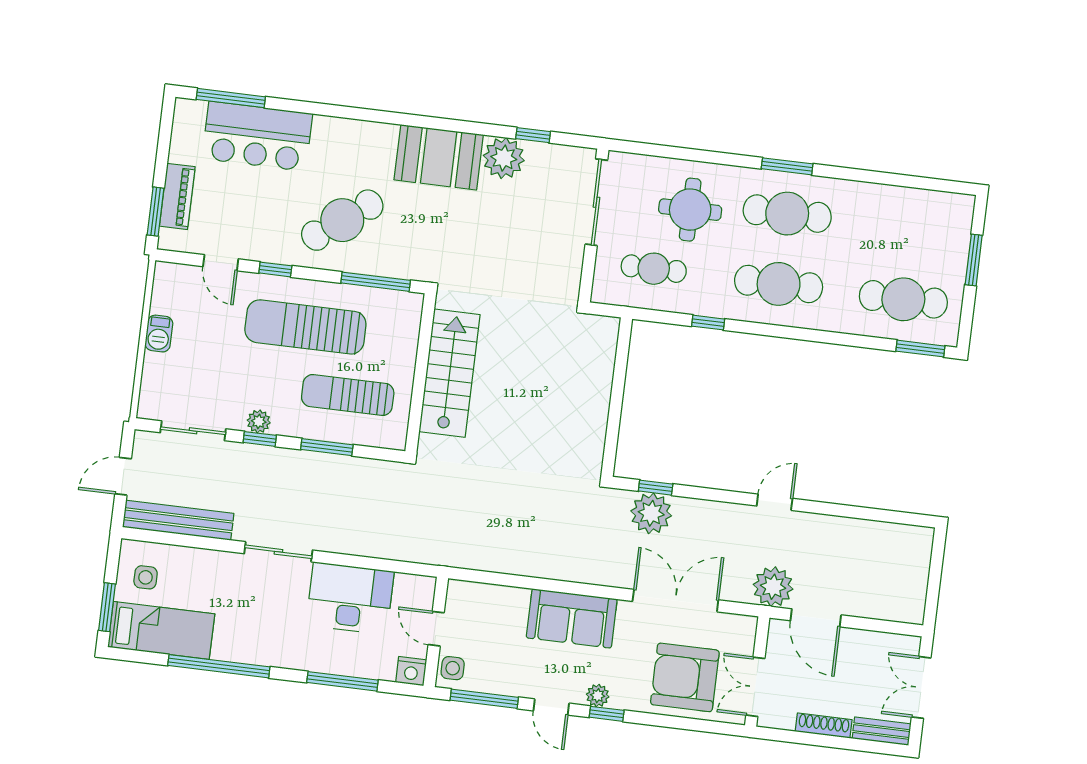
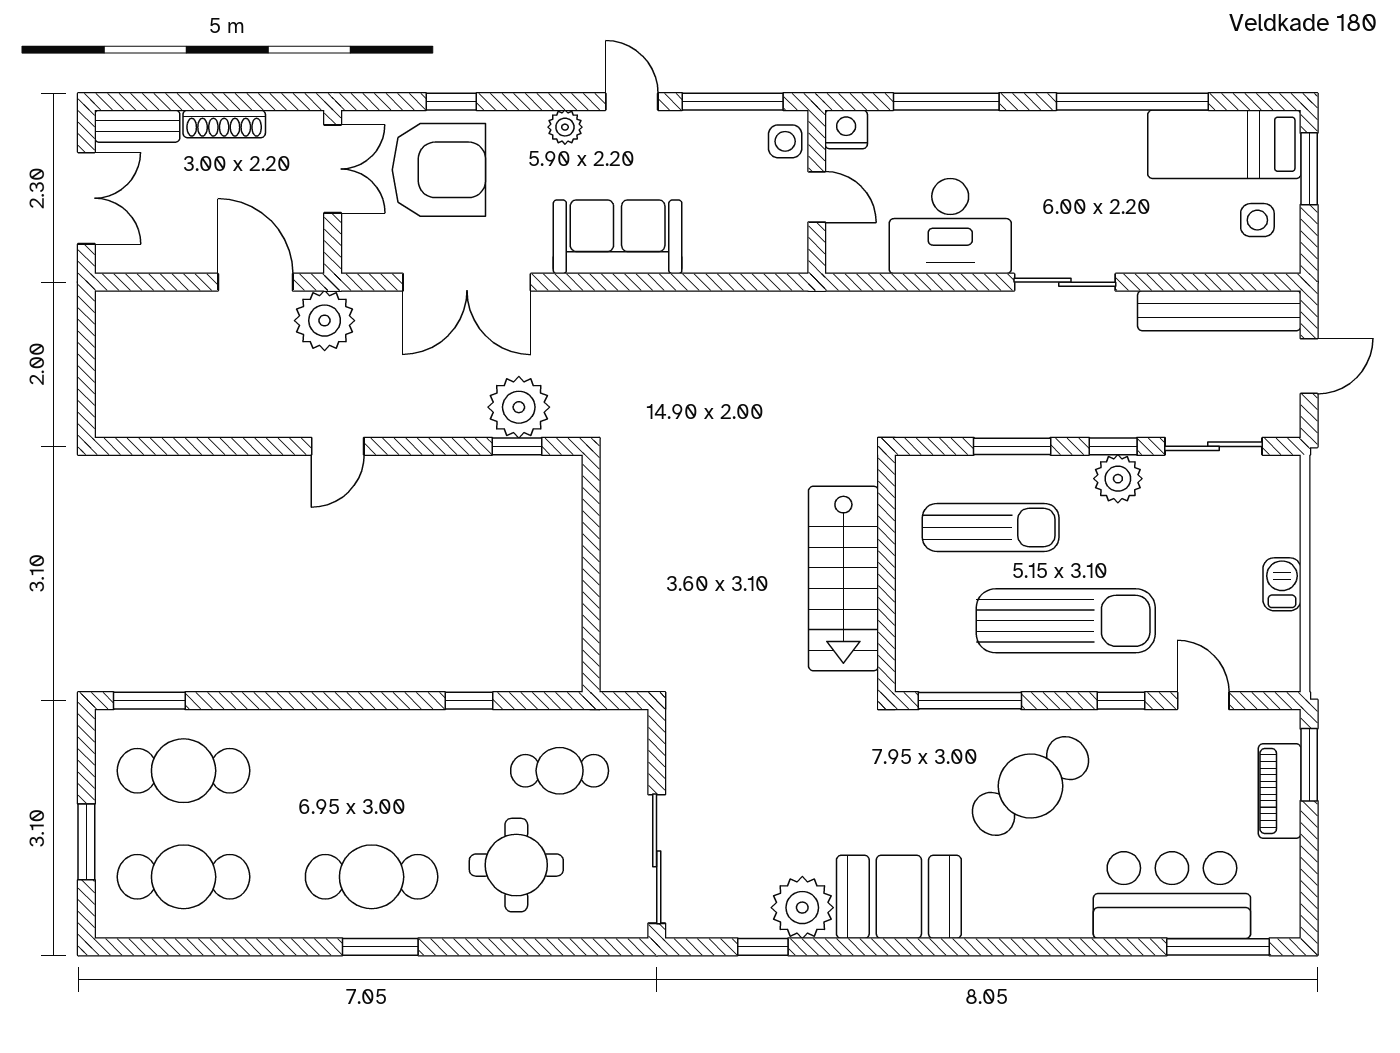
cafe table: (779, 284) -> (184, 877), moved
plant: (259, 421) -> (1118, 479), width x1.38, depth x1.38
window: (607, 714) -> (451, 102), moved

